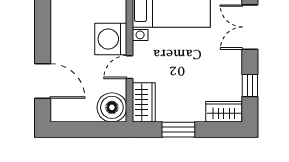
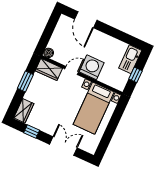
door: (129, 67) -> (72, 70), hinge flipped
door: (43, 81) -> (86, 20), hinge flipped
boiler: (112, 107) -> (49, 53), width x0.54, depth x0.54

